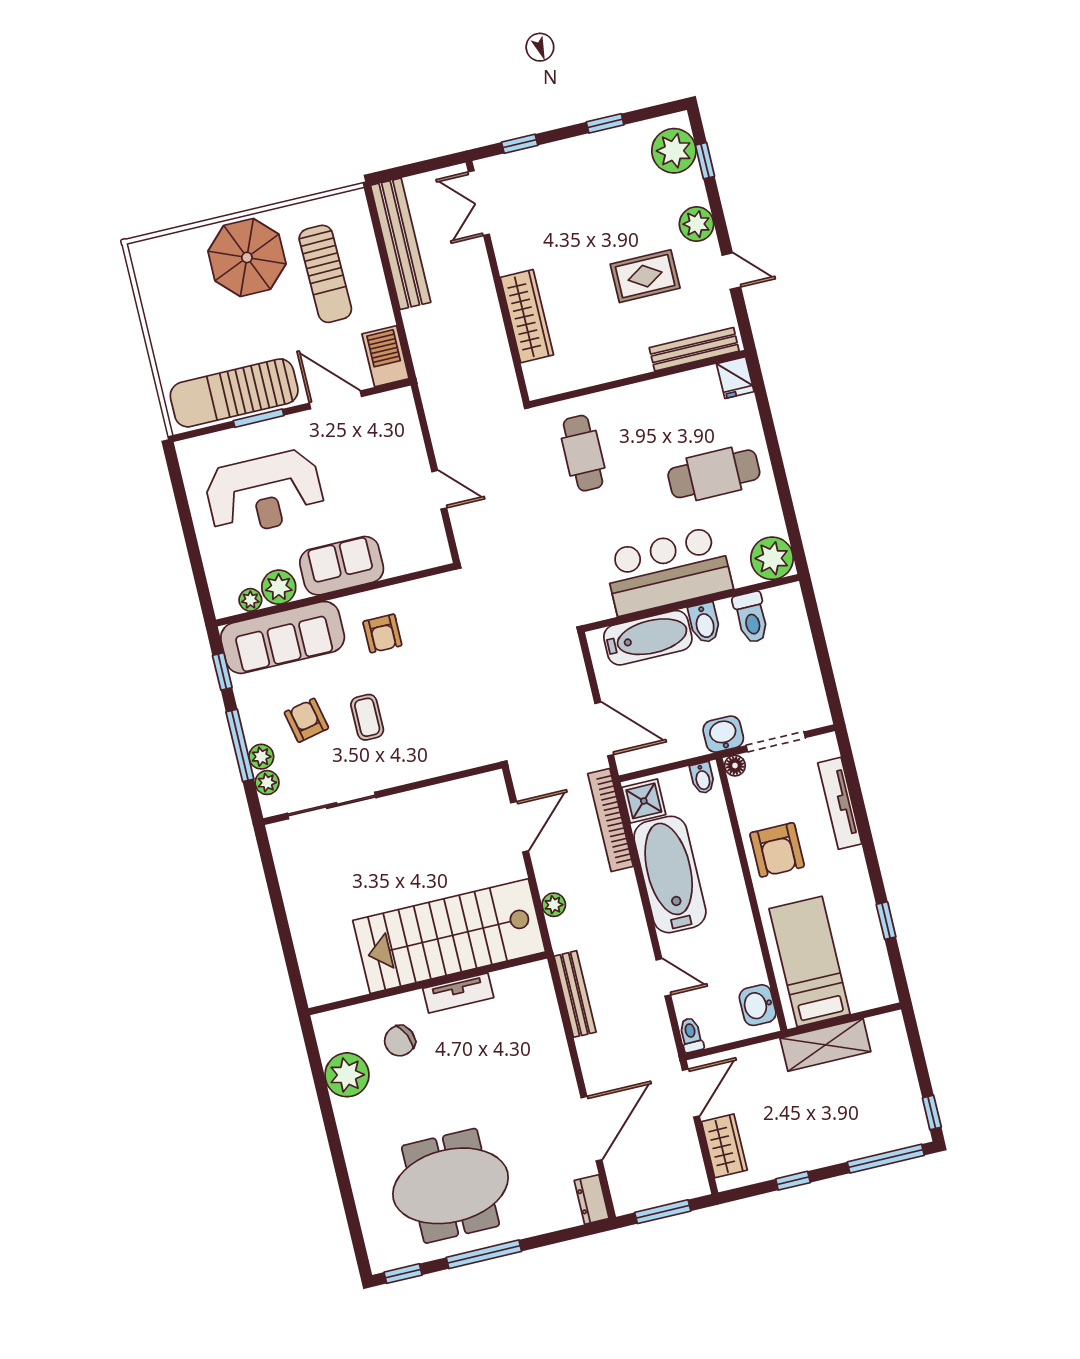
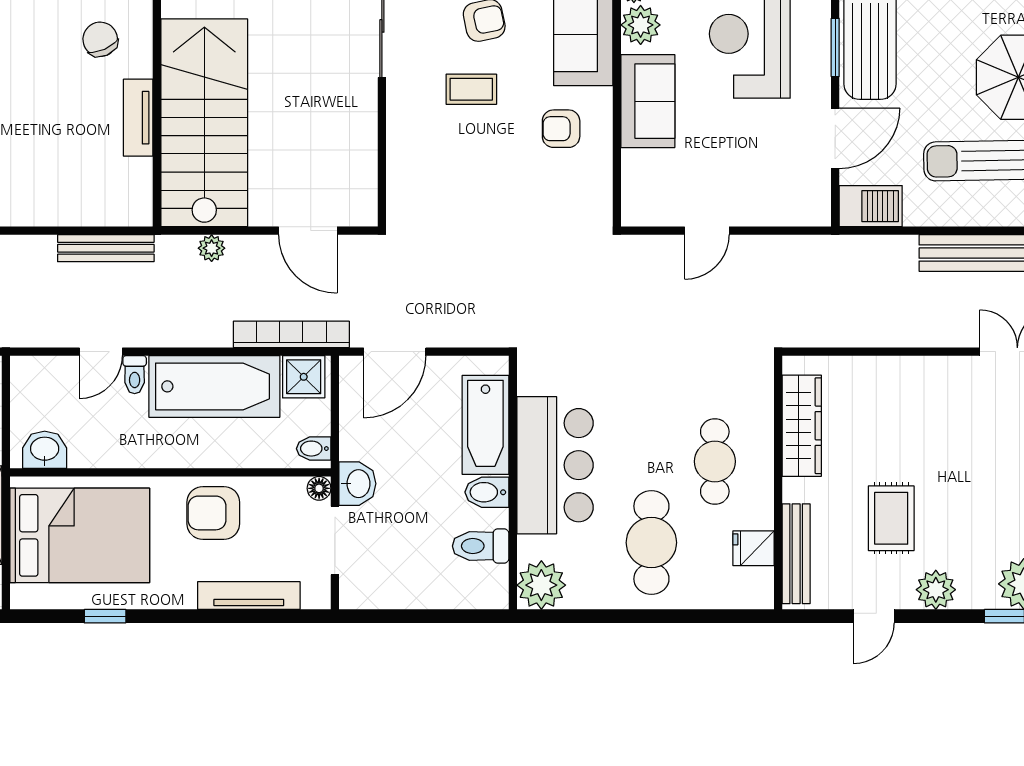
wardrobe: (527, 316) -> (802, 426), moved, turned -90
fridge: (735, 378) -> (753, 548), moved
cafe table: (583, 453) -> (715, 461), moved, turned 90
bed: (810, 961) -> (80, 535), width x1.50
toilet: (691, 1035) -> (135, 375), moved, turned 90

